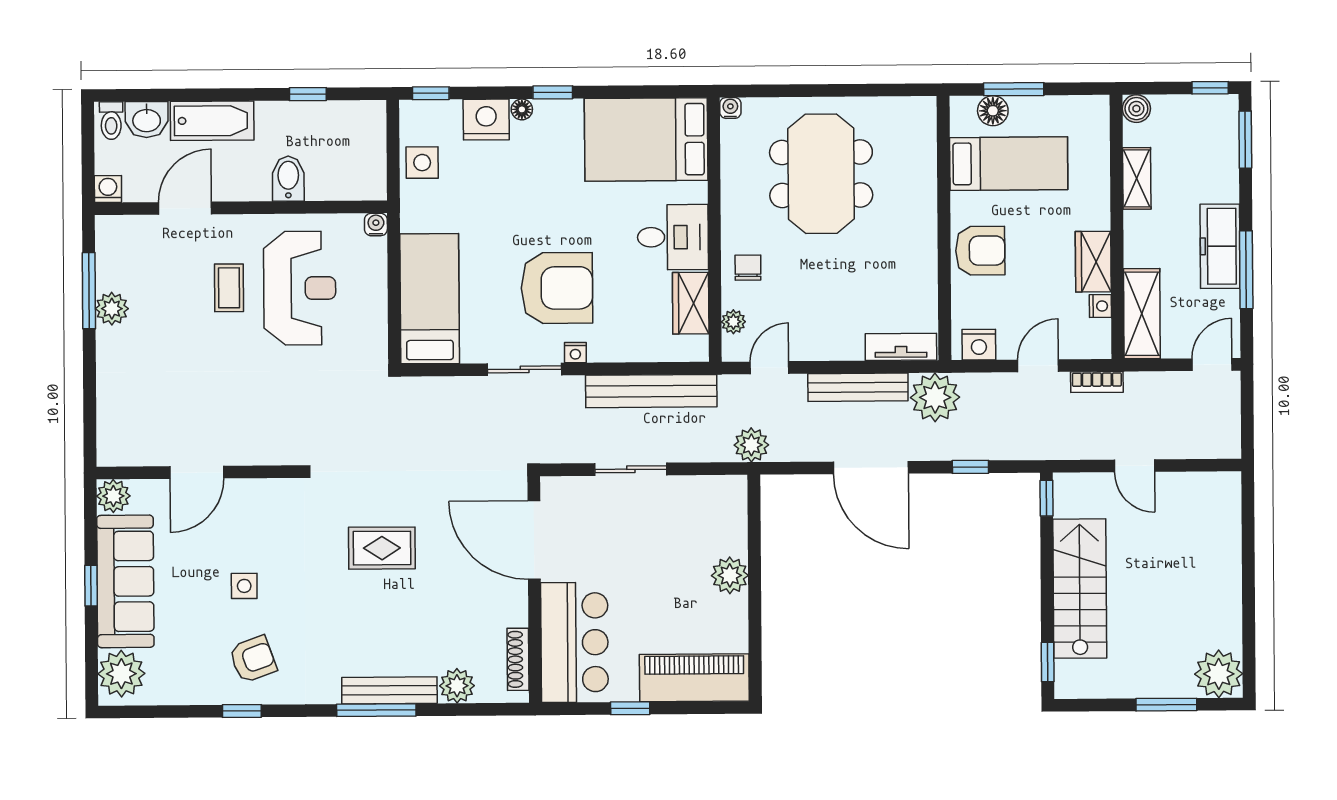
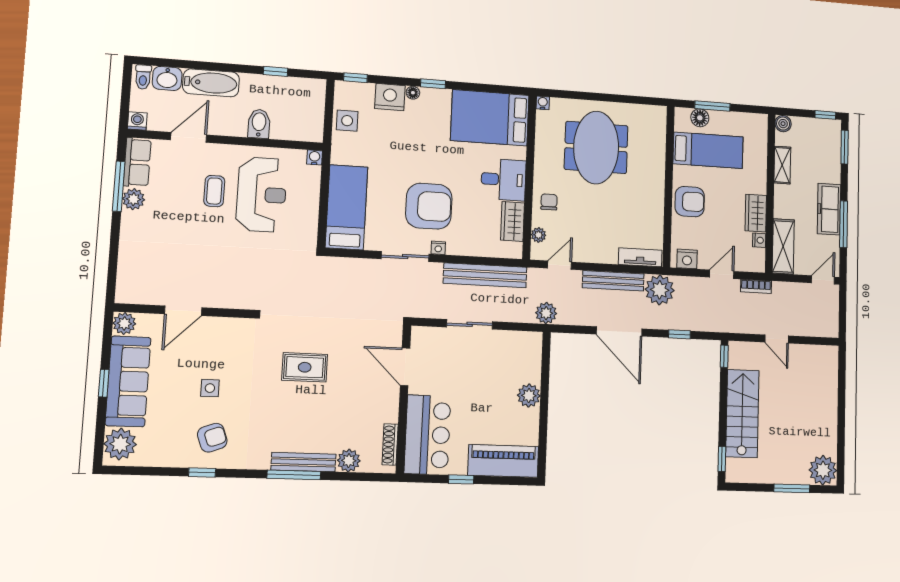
row of seats: (113, 252) -> (137, 162), added
door: (534, 540) -> (405, 367), width x0.73

